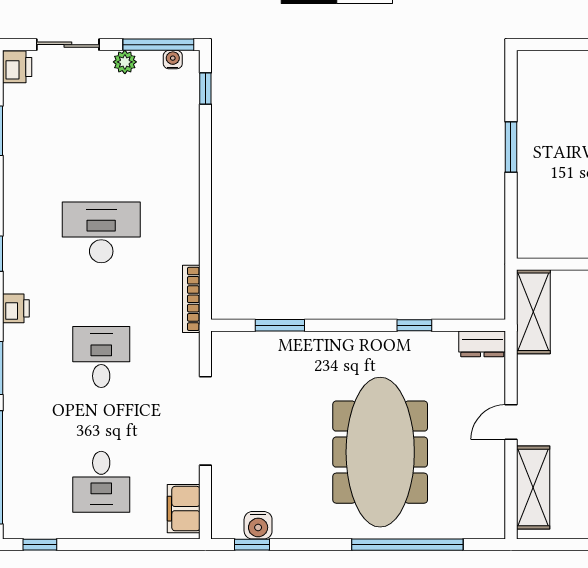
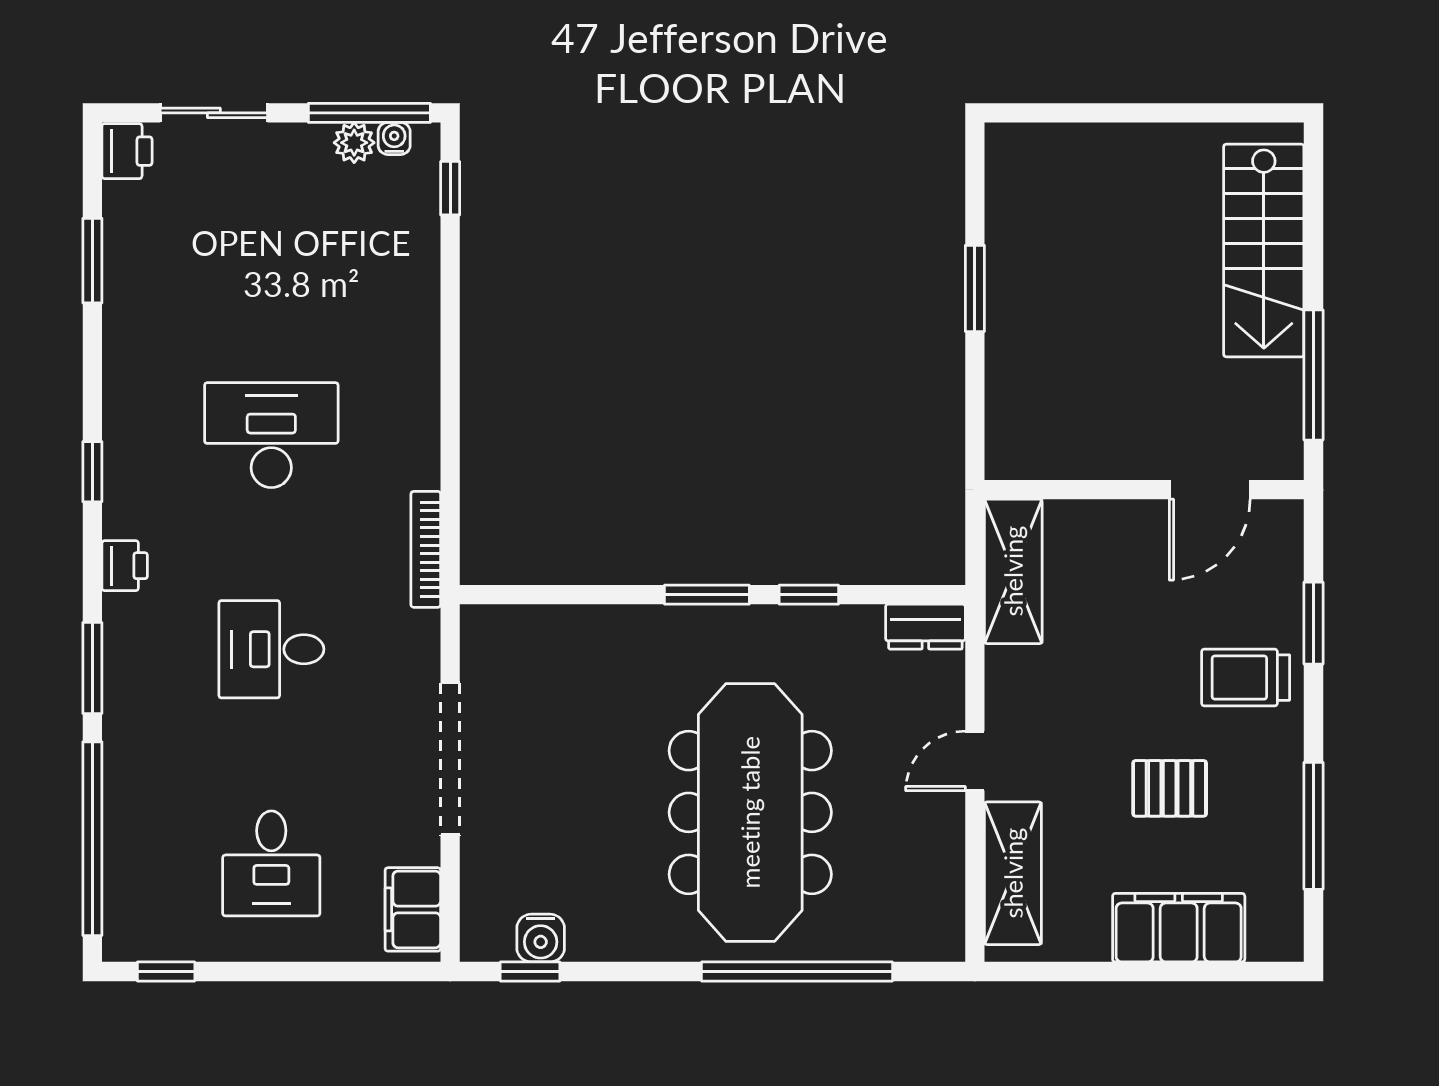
plant: (125, 62) -> (354, 143), moved
window: (280, 325) -> (707, 595), moved
desk: (101, 357) -> (271, 649), turned -90

